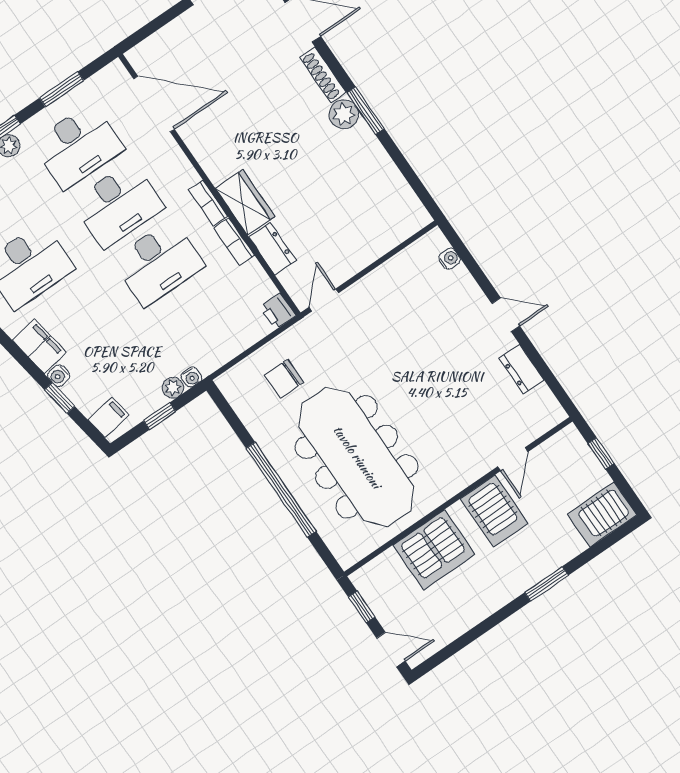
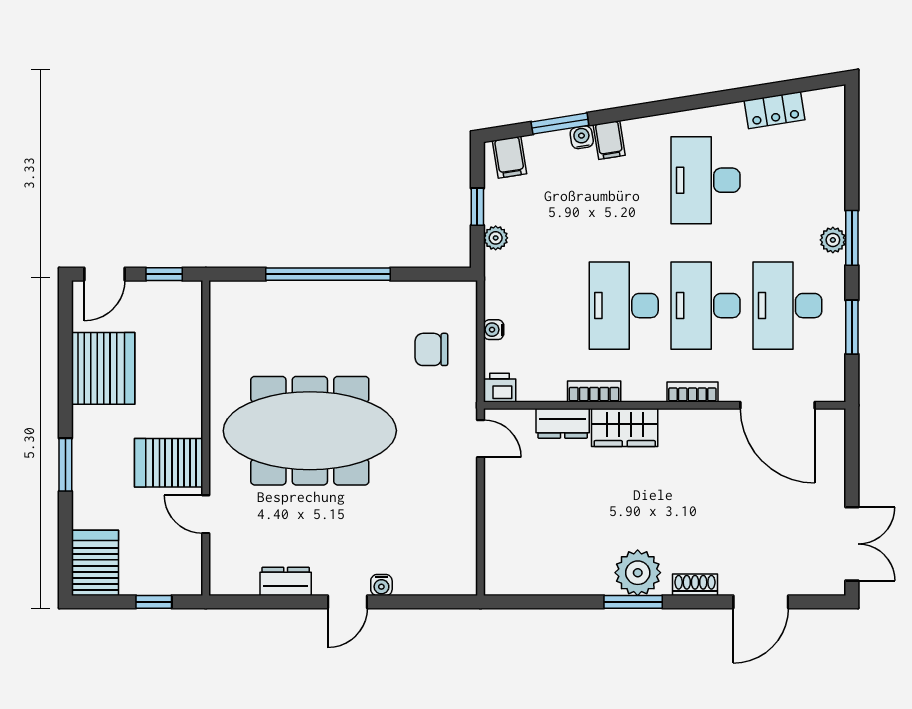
shoe rack: (323, 75) -> (695, 585), width x0.70
door: (154, 104) -> (778, 405), hinge flipped
plant: (344, 114) -> (638, 573), width x1.36, depth x1.36
bookcase: (208, 203) -> (692, 392), moved
water cooler: (449, 259) -> (381, 585), moved
filing cabinet: (39, 346) -> (609, 140), width x0.50
water cooler: (191, 377) -> (494, 330), moved
chair: (284, 379) -> (431, 349), turned -90
window: (60, 398) -> (560, 124), width x1.50
meeting table: (357, 457) -> (310, 431), moved
server rack: (434, 550) -> (103, 368), moved, turned 180

